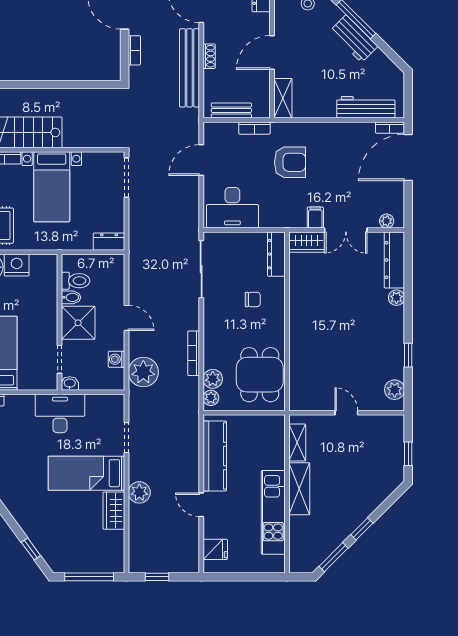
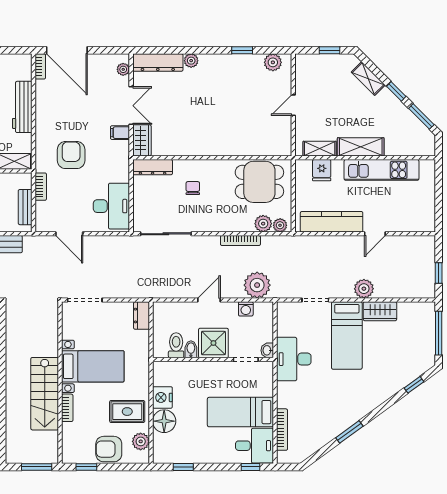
workbench: (366, 107) -> (22, 107), moved
shelving: (376, 497) -> (368, 79), added
fridge: (215, 549) -> (322, 170), moved, turned 180

